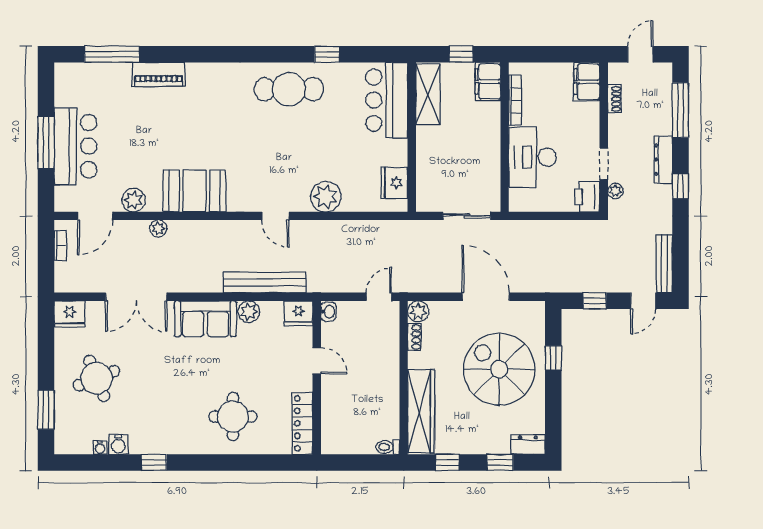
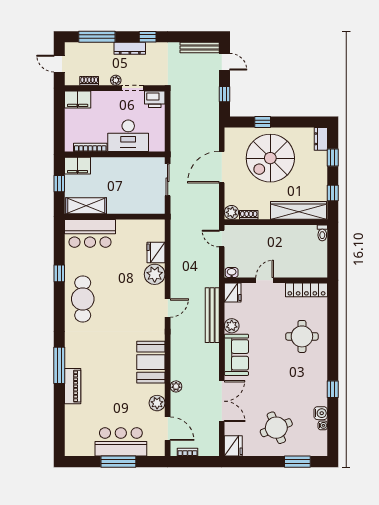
window: (112, 54) -> (59, 365), moved
fridge: (394, 183) -> (156, 253), moved, turned 90
plant: (615, 191) -> (116, 80), moved

